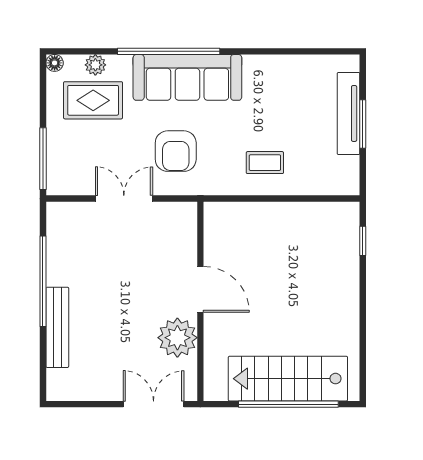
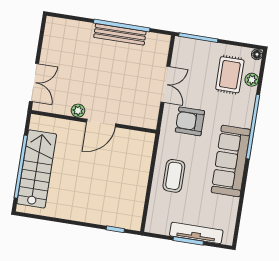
sofa: (187, 77) -> (231, 161), moved
coffee table: (265, 163) -> (174, 176), width x1.36, depth x1.30
bench: (57, 327) -> (120, 34), moved
plant: (177, 338) -> (78, 111), width x0.53, depth x0.53

